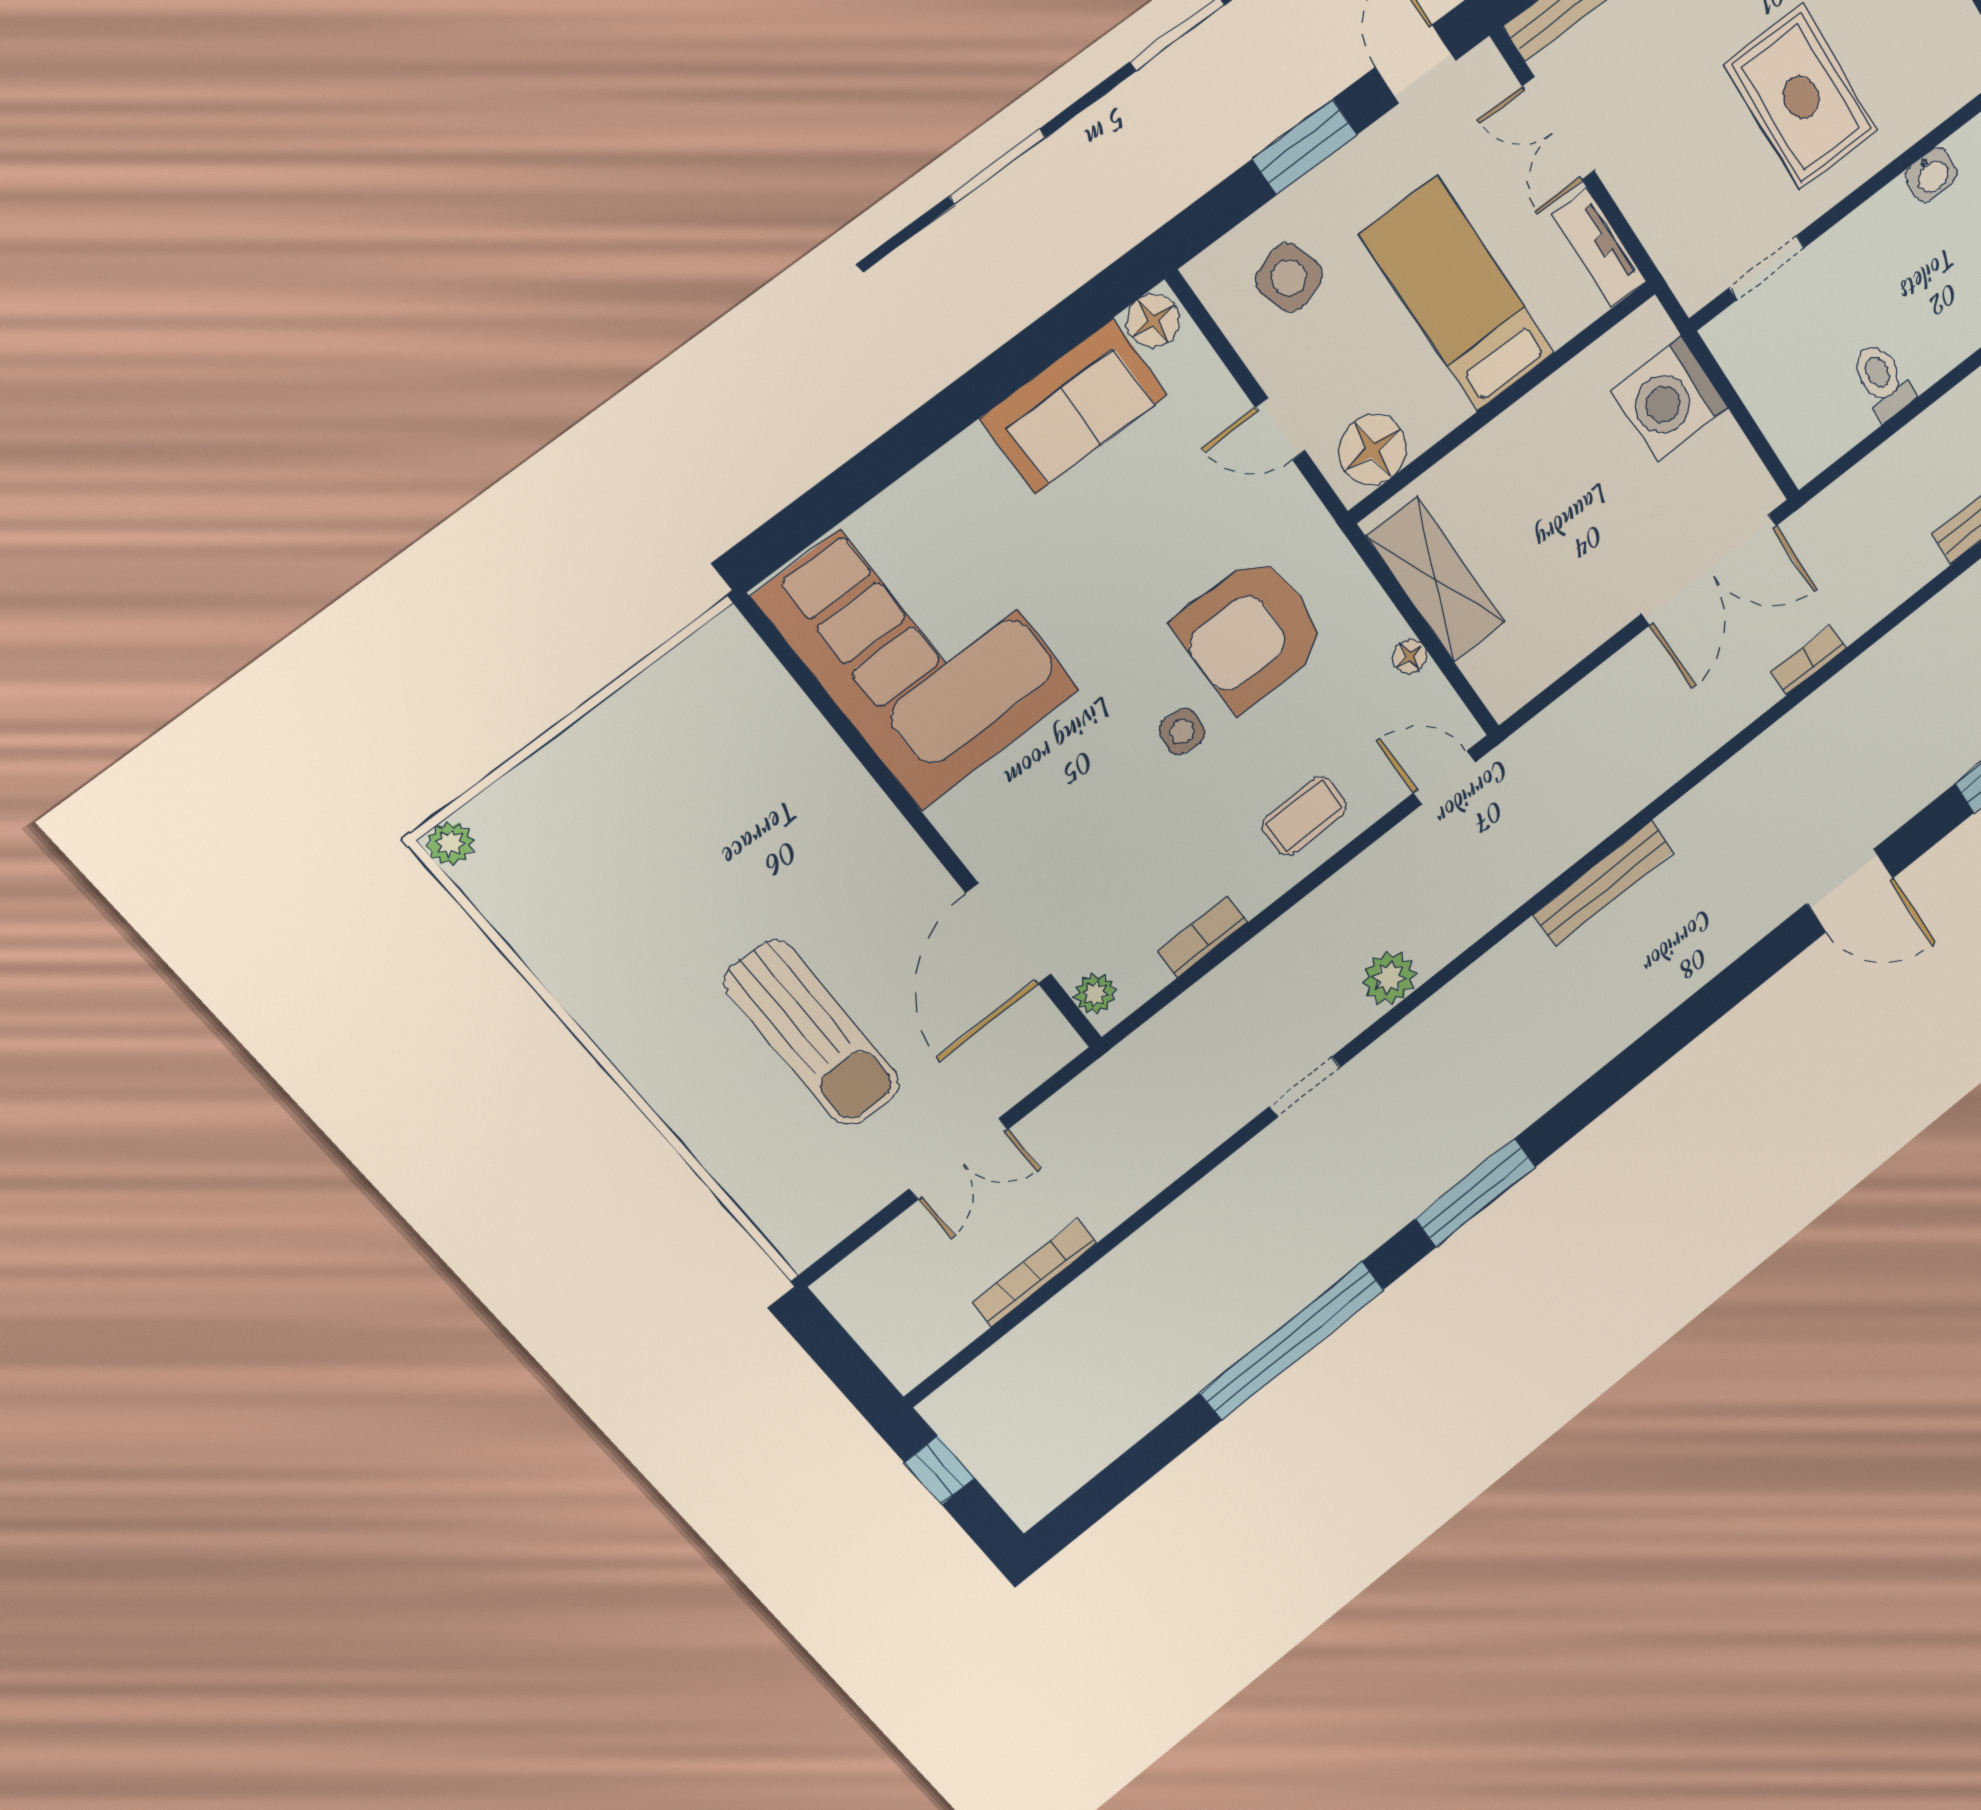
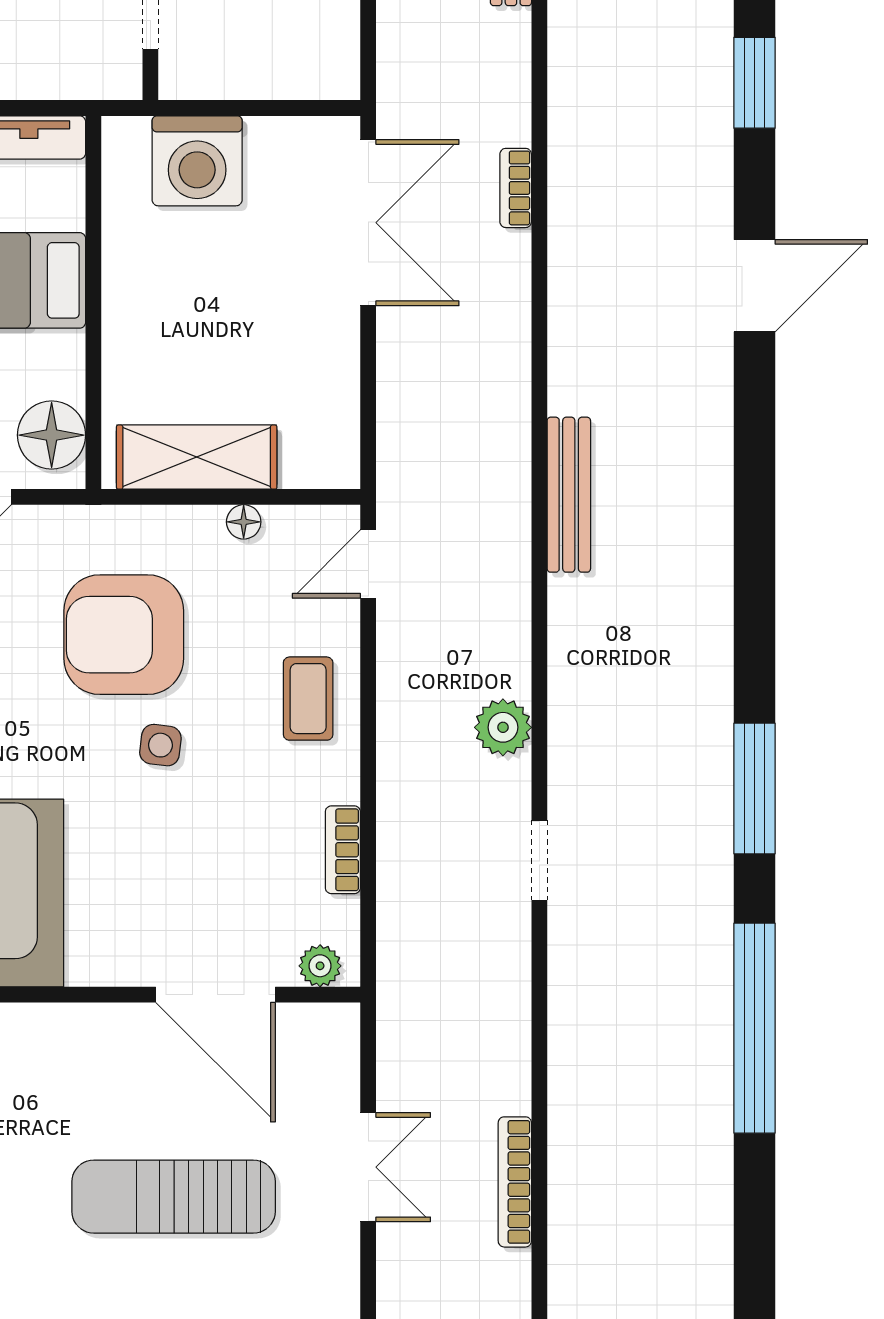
armchair: (1251, 633) -> (124, 635), turned 90
sun lounger: (813, 1033) -> (174, 1197), turned 180

